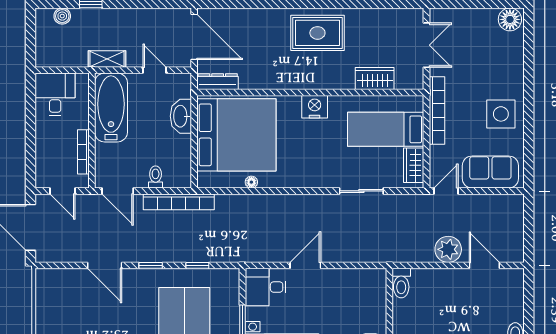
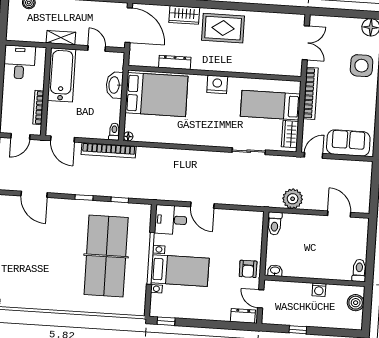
wardrobe: (375, 79) -> (184, 15), moved, turned 180
dresser: (218, 82) -> (175, 62), moved
side table: (501, 114) -> (362, 66), moved
bed: (236, 135) -> (156, 95), width x0.73
toilet: (156, 177) -> (114, 132), moved
floor lamp: (251, 182) -> (128, 136), moved
door: (62, 191) -> (20, 136), hinge flipped
plant: (448, 249) -> (293, 199), moved
door: (105, 265) -> (34, 194), moved
door: (305, 265) -> (202, 205), swing flipped

